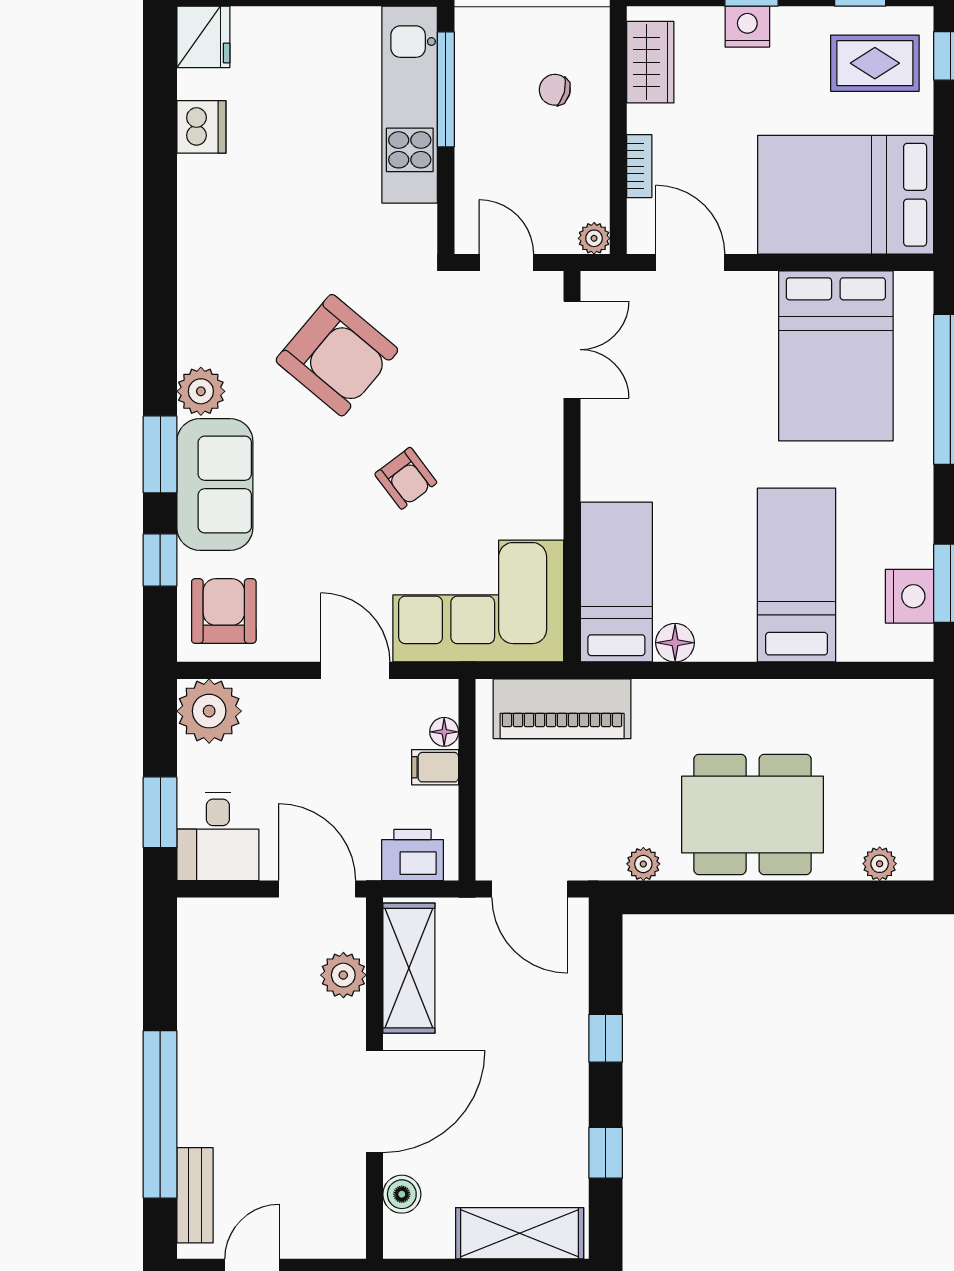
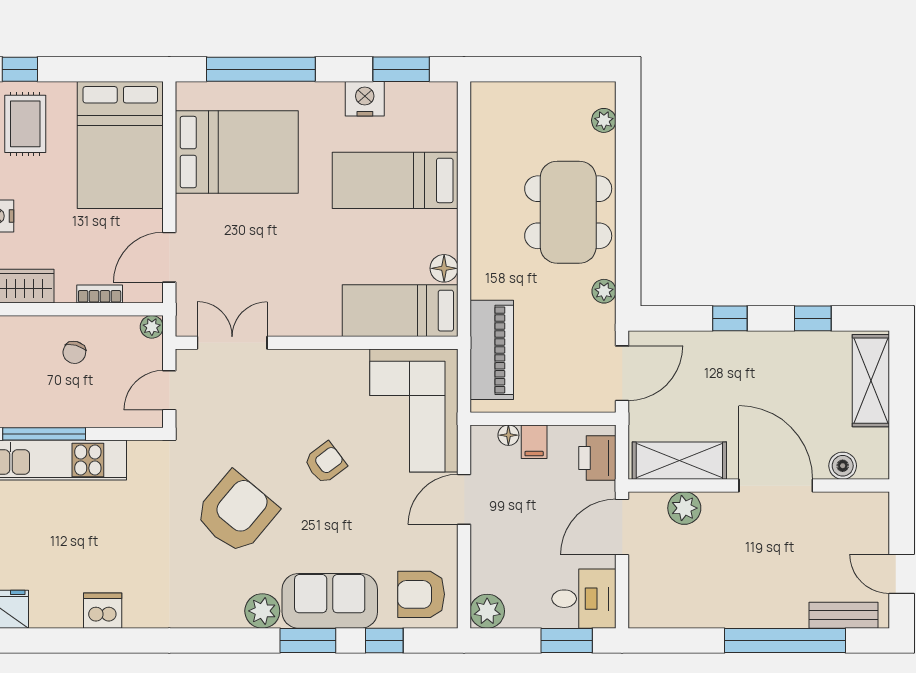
chair: (555, 90) -> (74, 352), moved
dishwasher: (201, 127) -> (103, 611), moved
nightstand: (909, 596) -> (365, 99), moved
plant: (209, 711) -> (487, 611), width x0.73, depth x0.73

